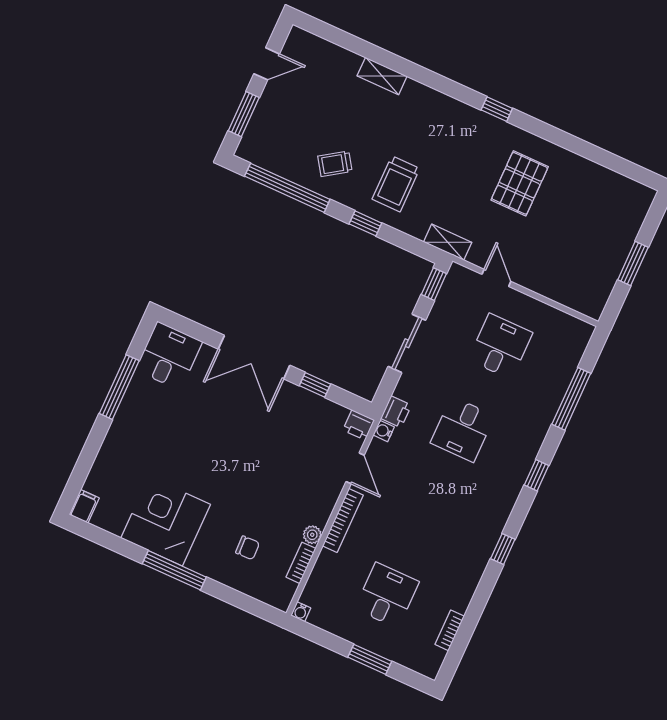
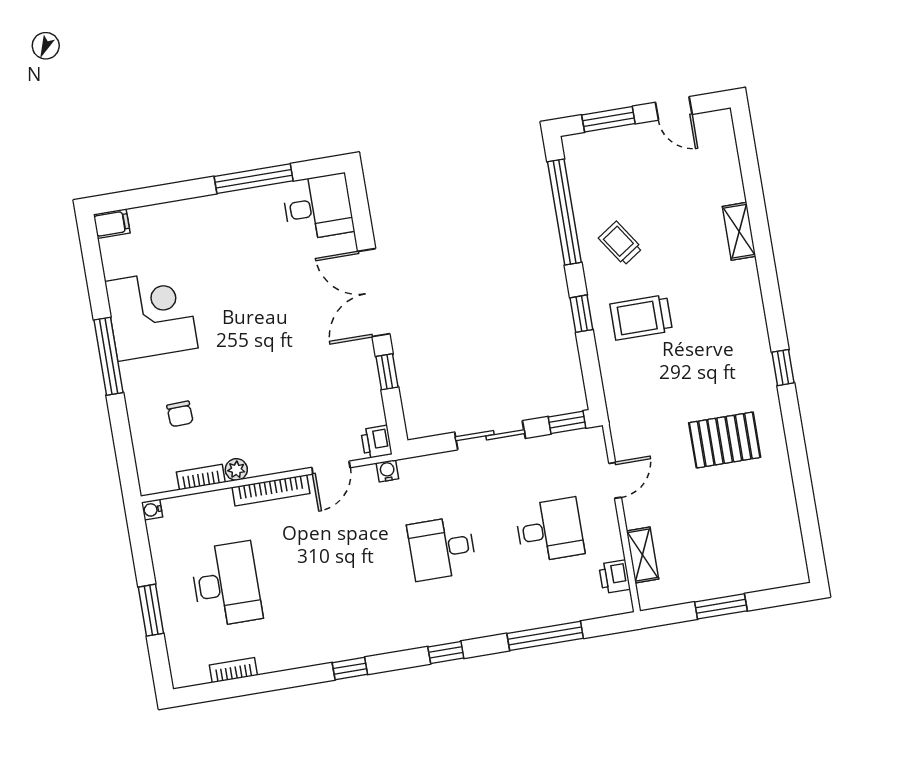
shelving: (448, 242) -> (643, 555), moved
printer: (396, 412) -> (614, 577), moved, turned 90
desk: (387, 595) -> (226, 584), width x1.37

